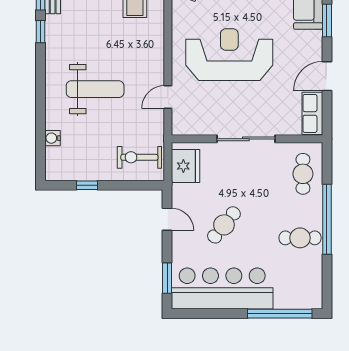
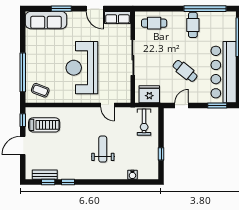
weight bench: (95, 89) -> (103, 149), width x0.73, depth x0.75
window: (327, 219) -> (205, 9), moved

